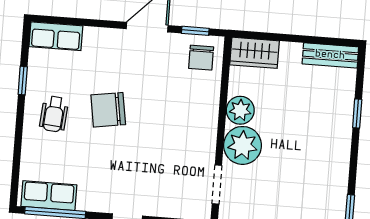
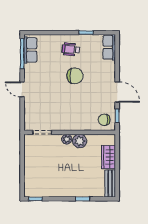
wardrobe: (255, 53) -> (109, 157), moved
chair: (108, 110) -> (75, 76), turned 99
plant: (243, 145) -> (67, 139), width x0.53, depth x0.53

